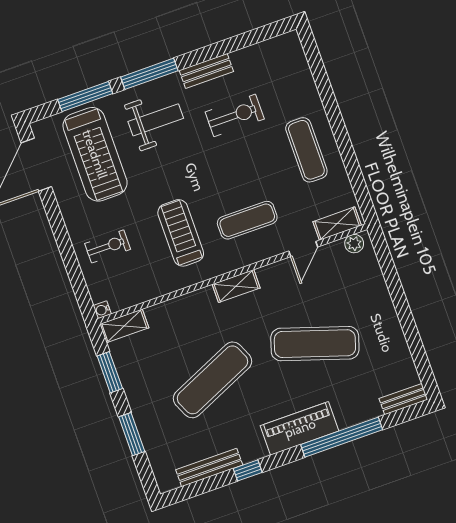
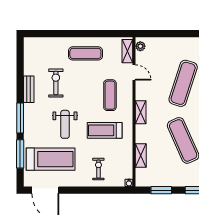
weight bench: (156, 120) -> (65, 124), moved, turned 180
shelving: (124, 326) -> (141, 155), moved

